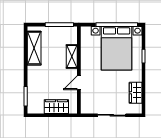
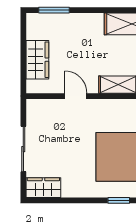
wardrobe: (136, 93) -> (43, 188), moved

